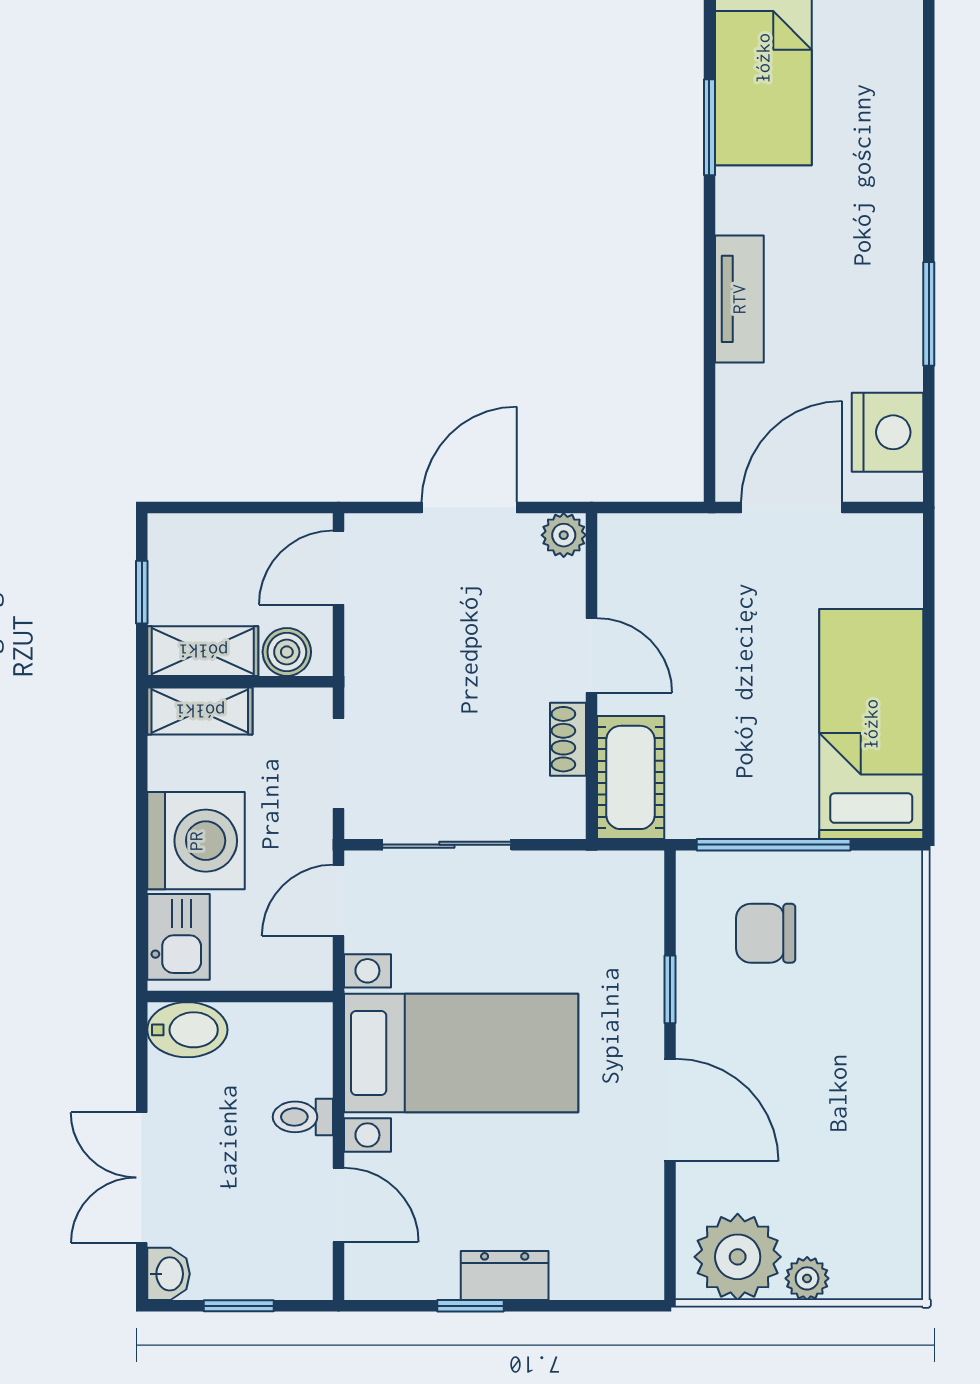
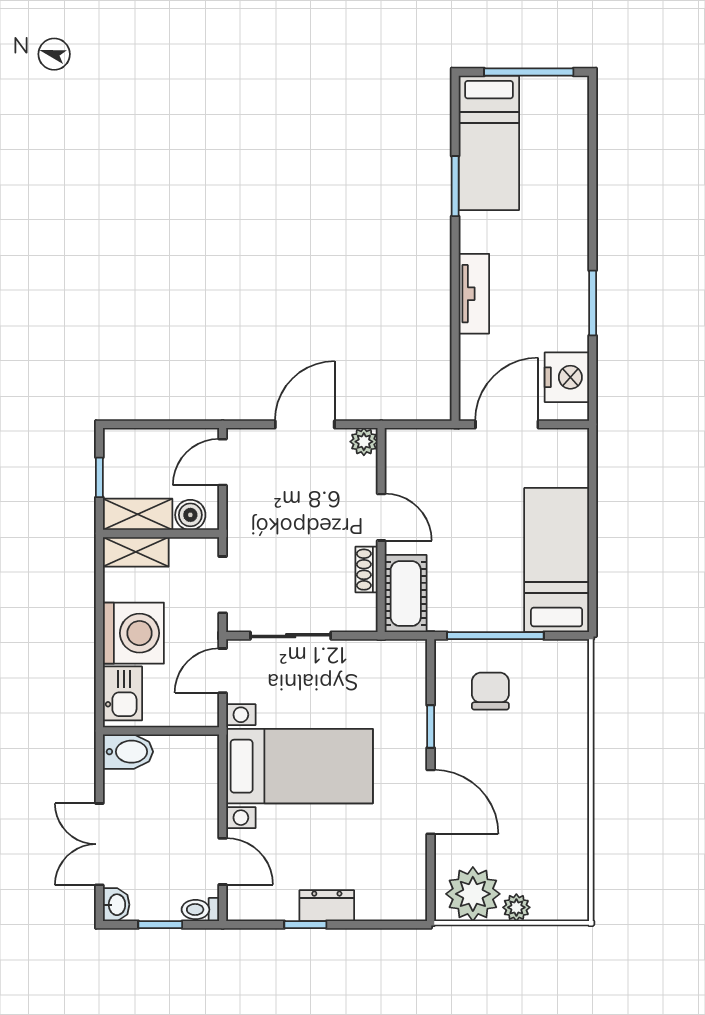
chair: (766, 933) -> (490, 691), turned 90
toilet: (303, 1117) -> (200, 910), moved

